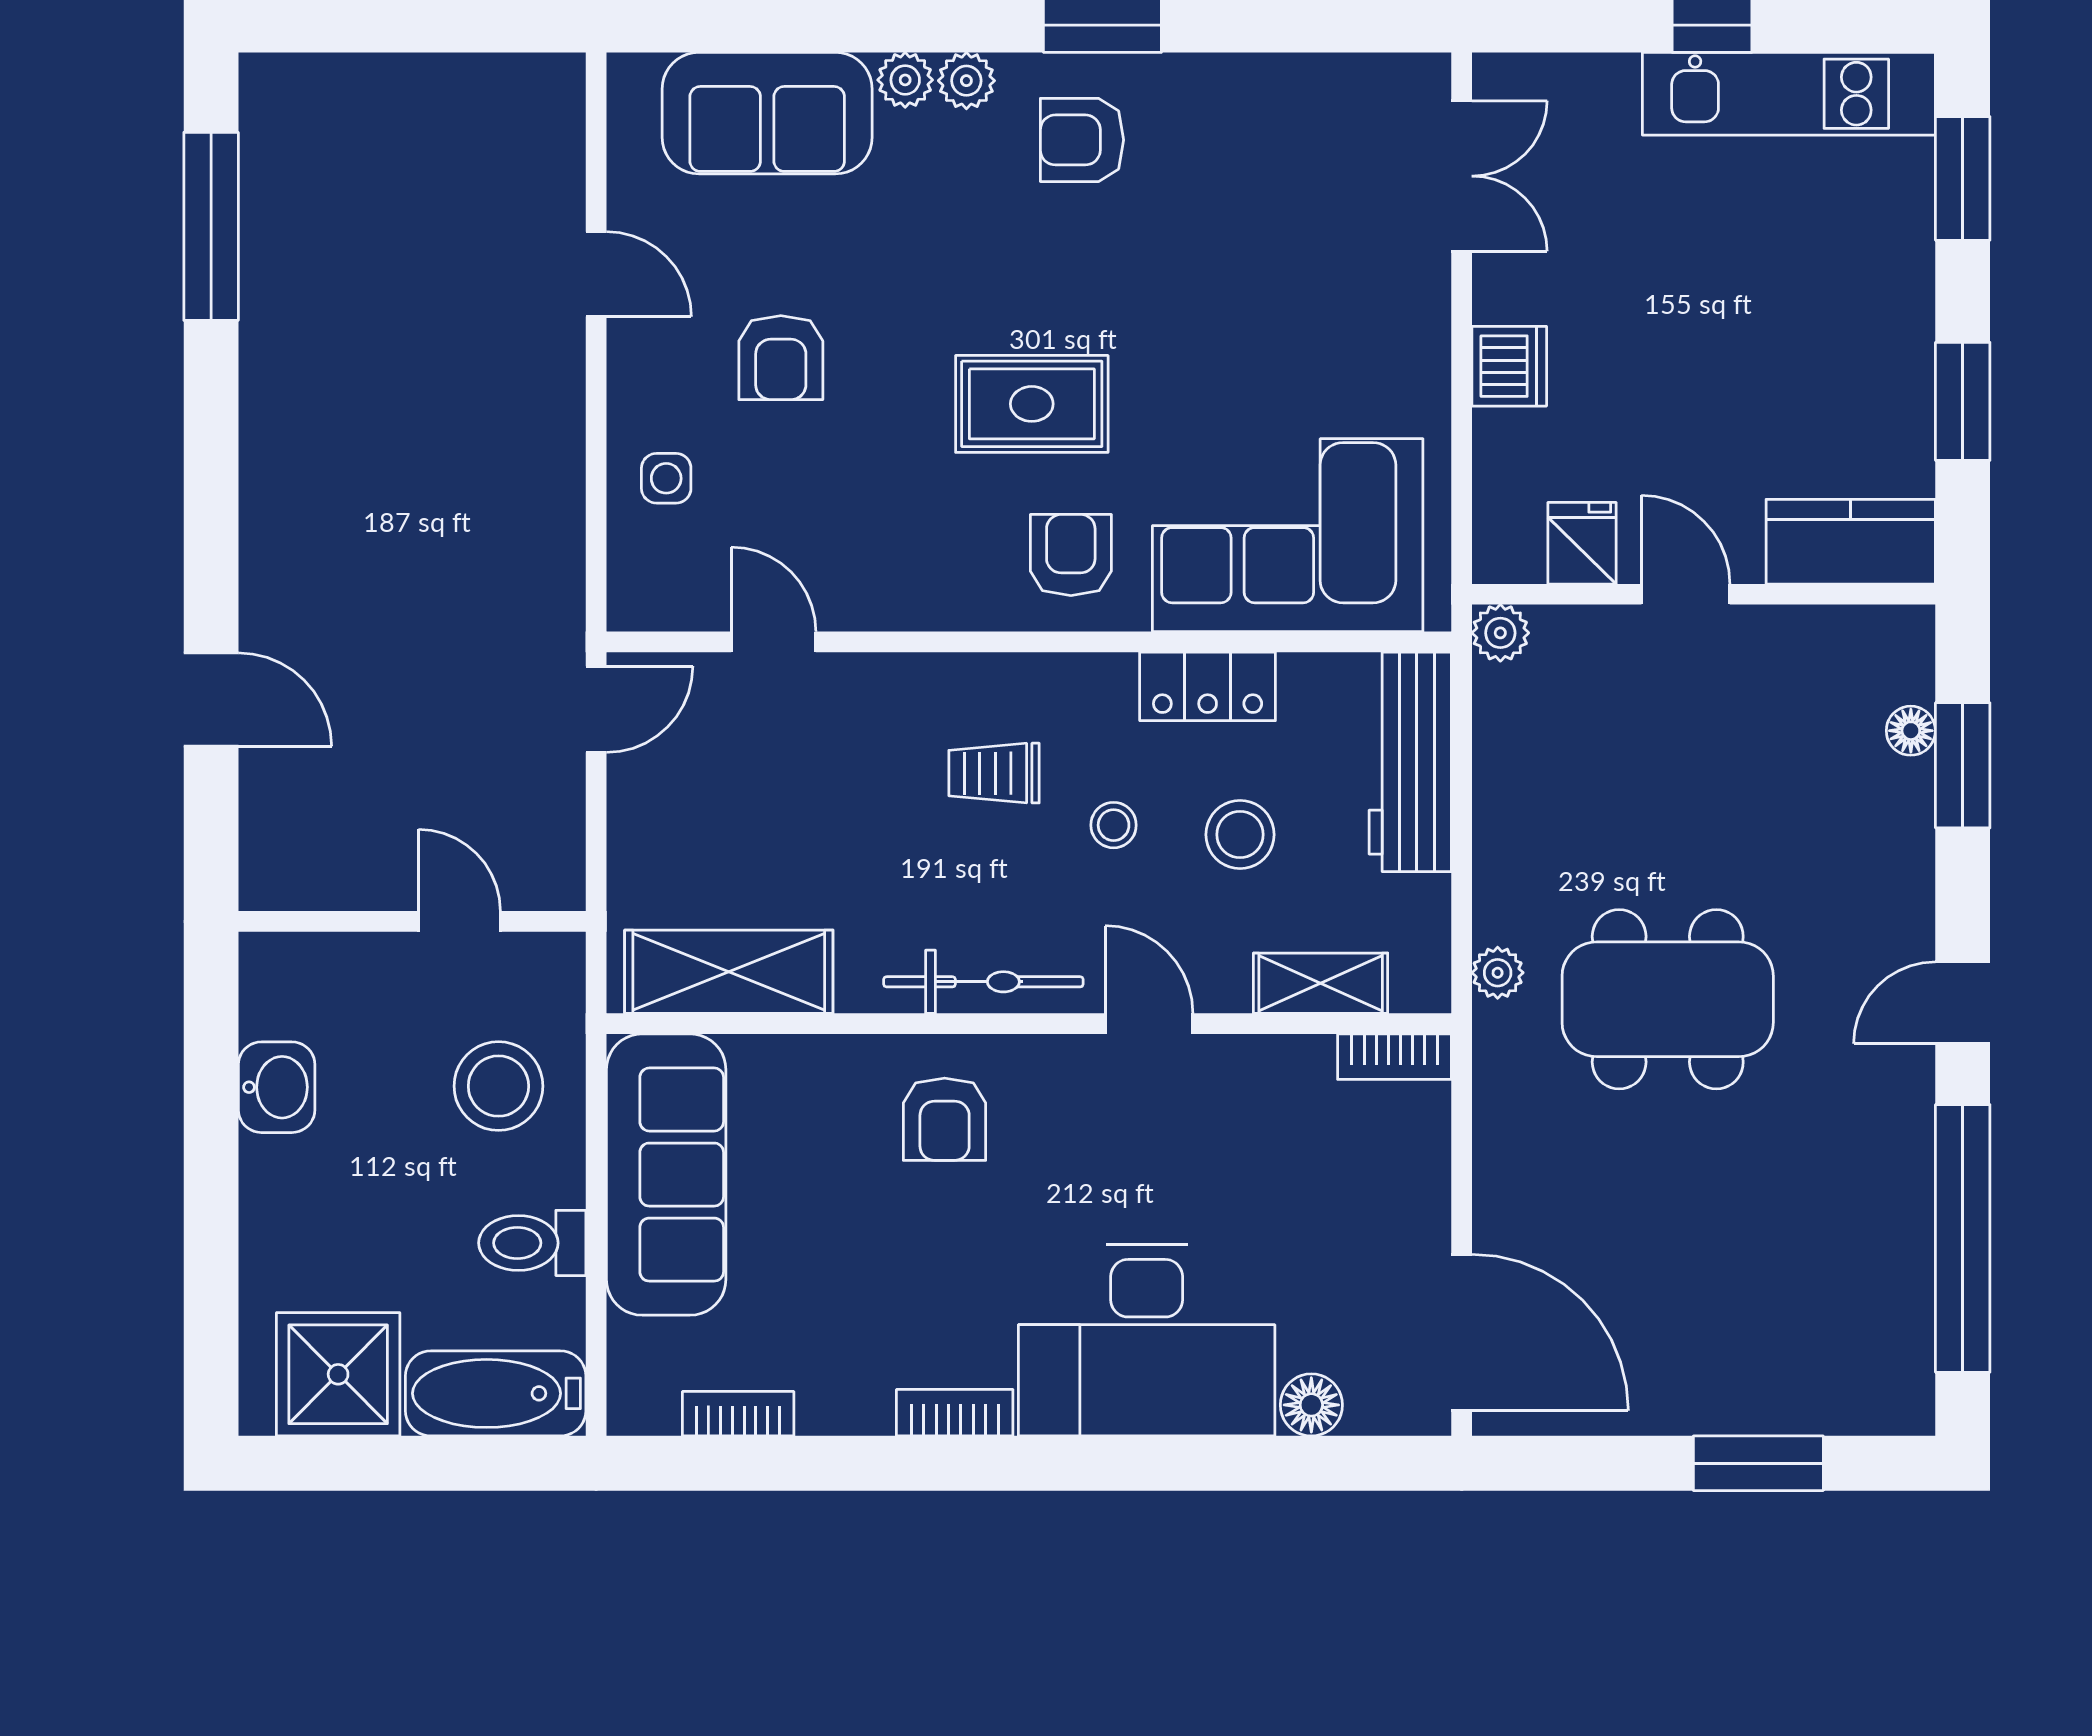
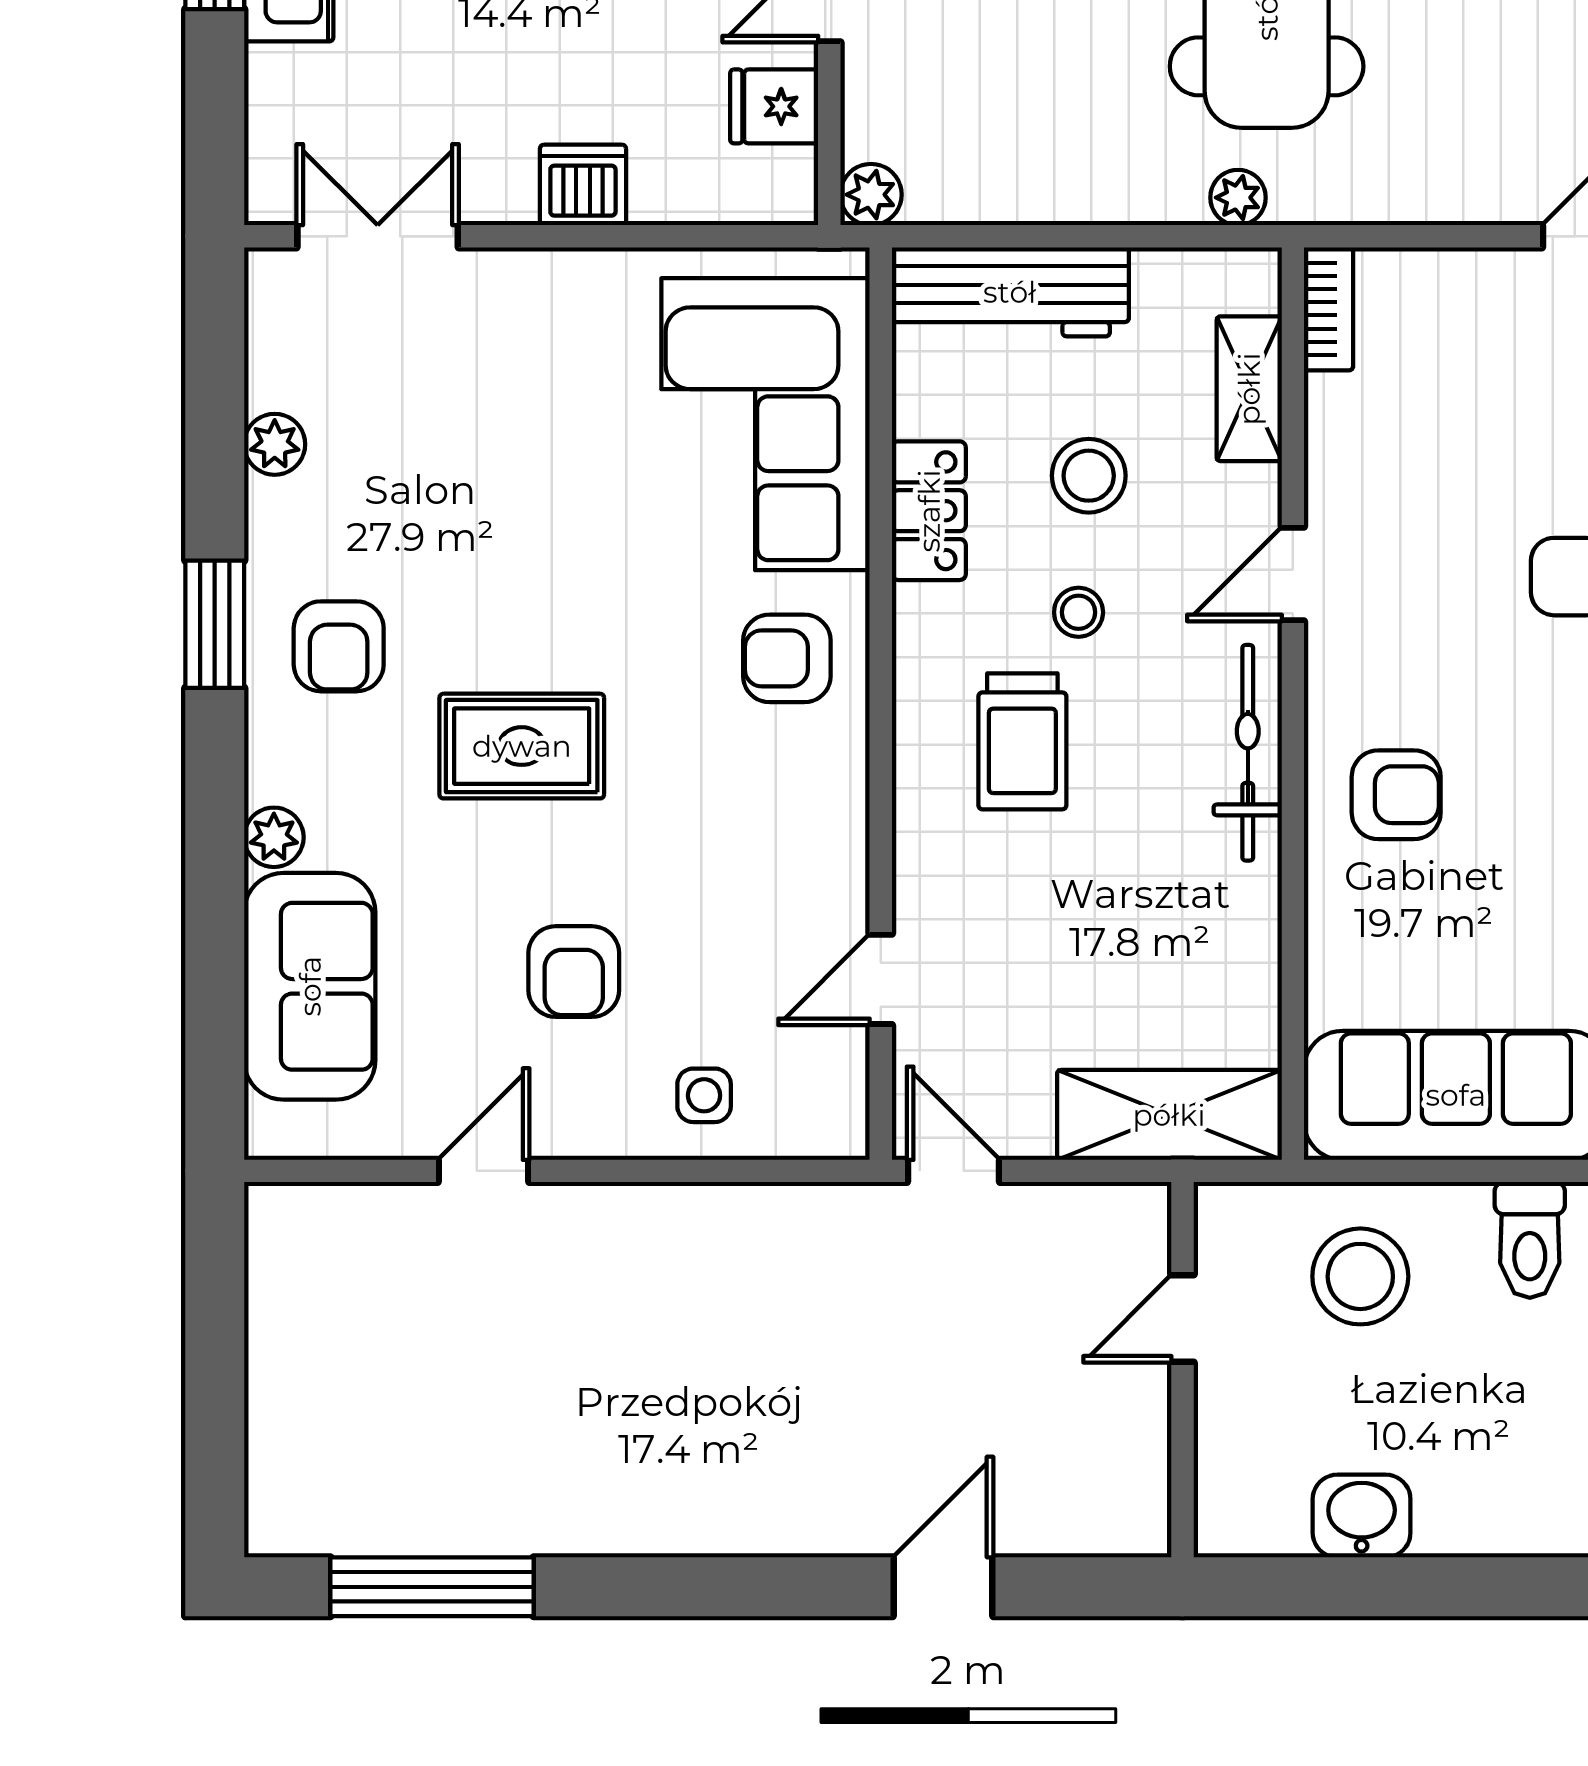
plant: (966, 81) -> (275, 444), moved
armchair: (781, 358) -> (574, 972), turned 90
rug: (1032, 404) -> (522, 746), moved, turned 90
trolley: (994, 773) -> (1022, 741), width x1.36, depth x1.39
shelving: (729, 972) -> (1169, 1115), moved, turned 90

